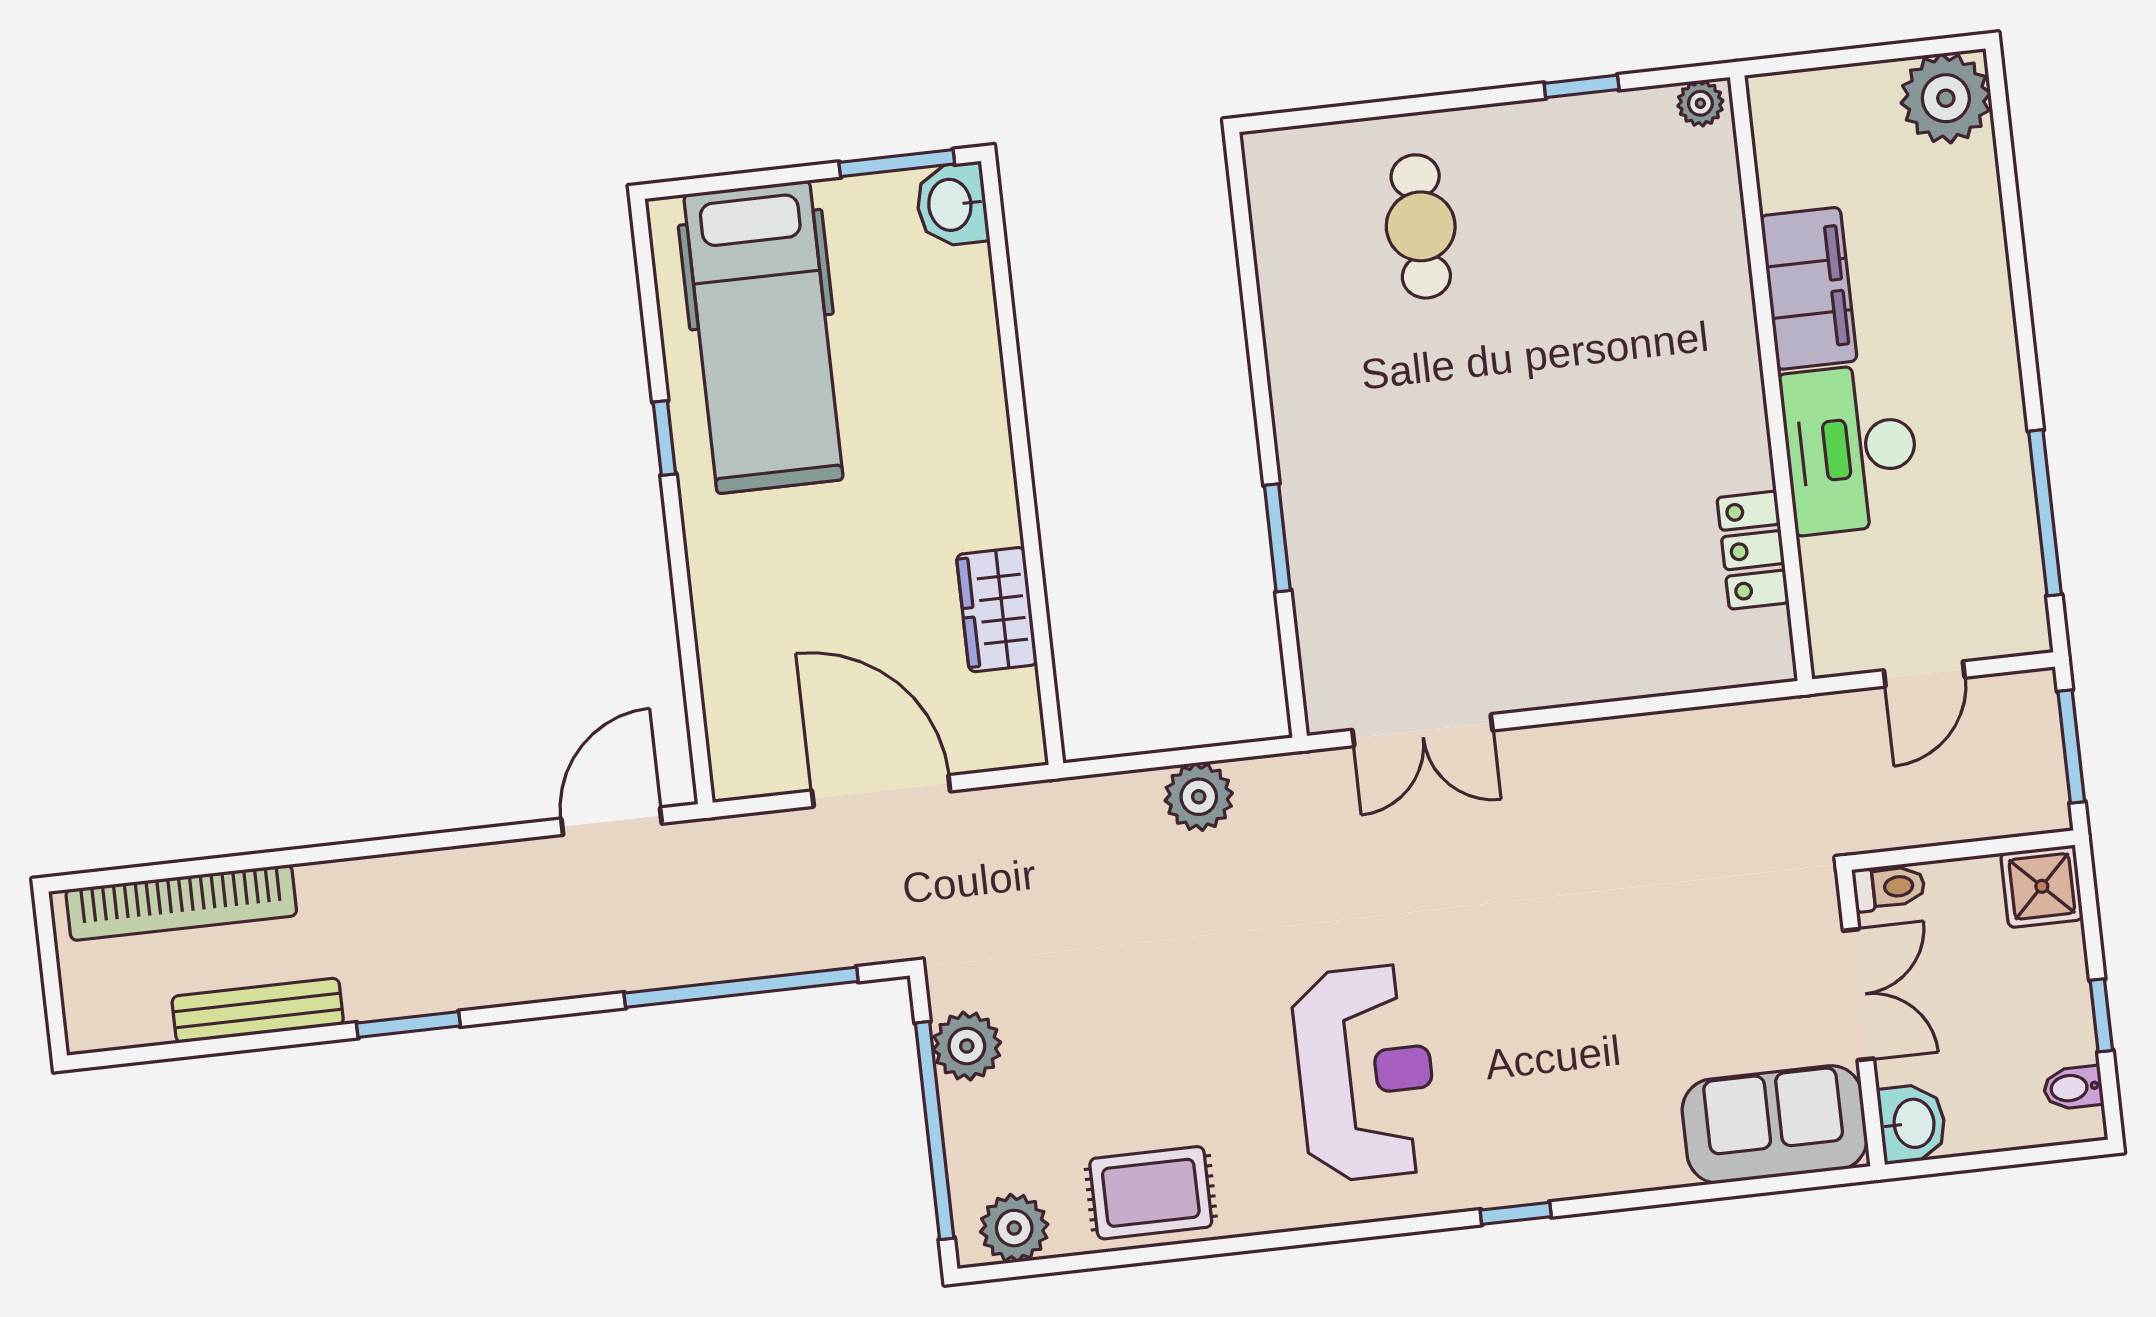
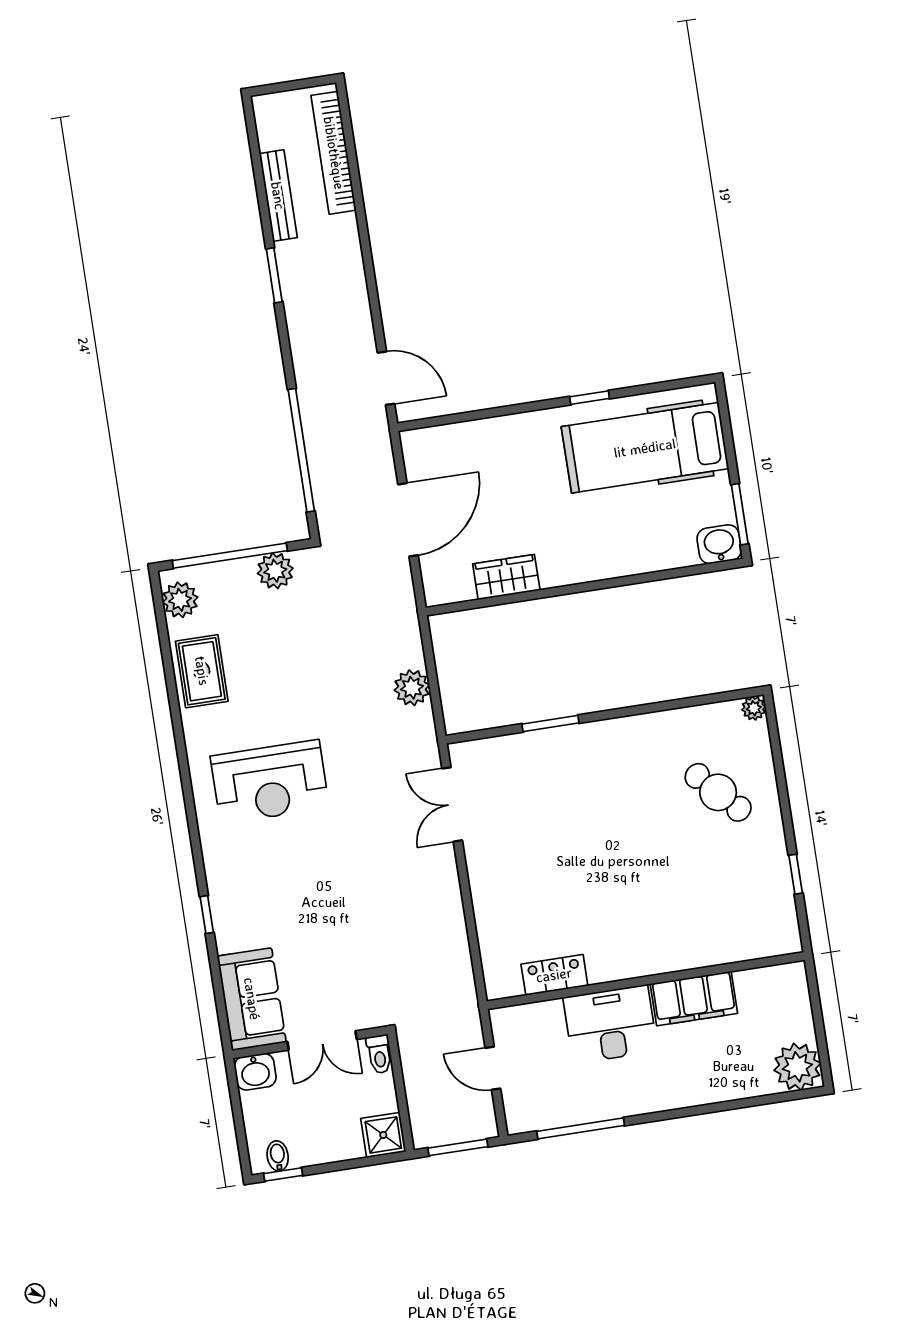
plant: (1700, 103) -> (754, 708), moved
cafe table: (1421, 226) -> (718, 792), turned 47
window: (2101, 1015) -> (283, 1174), moved
window: (1516, 1213) -> (207, 915), moved

